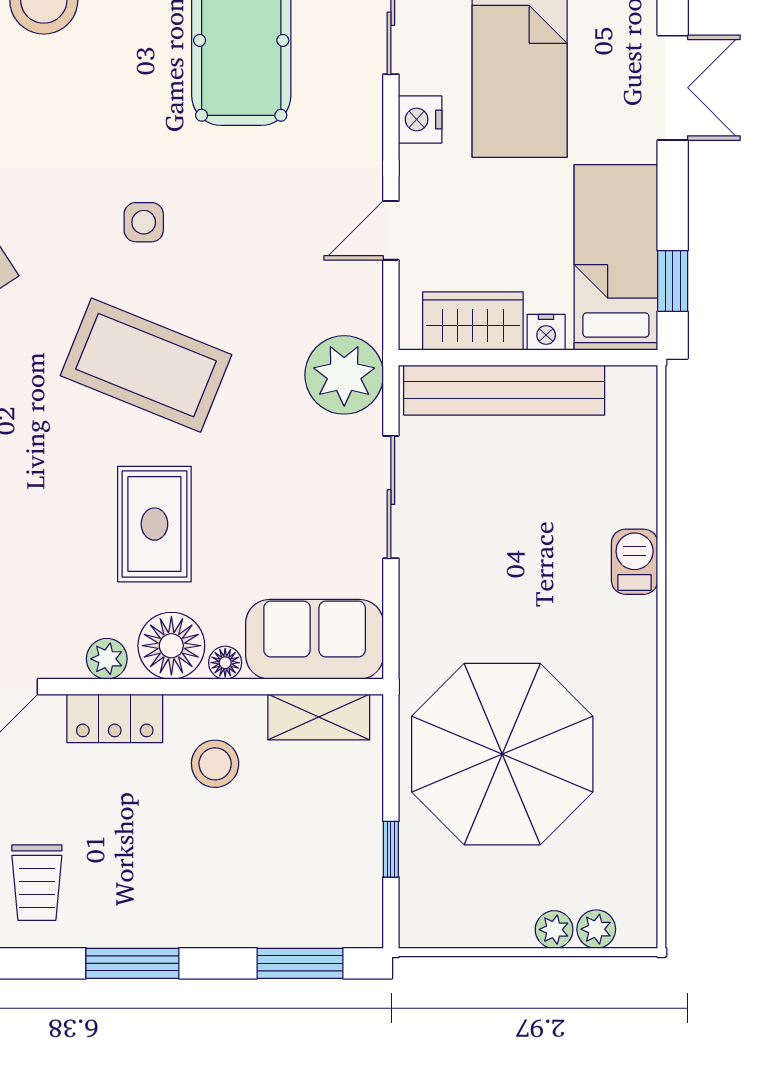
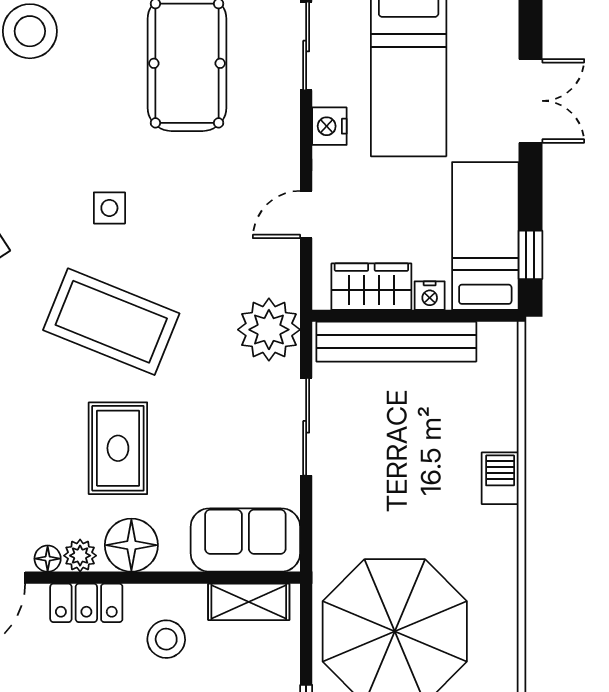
floor lamp: (225, 663) -> (48, 559), moved

